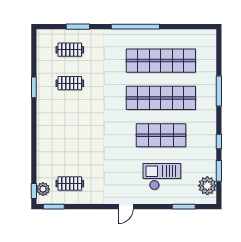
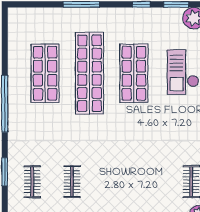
shop shelf: (161, 61) -> (45, 73), width x0.71

